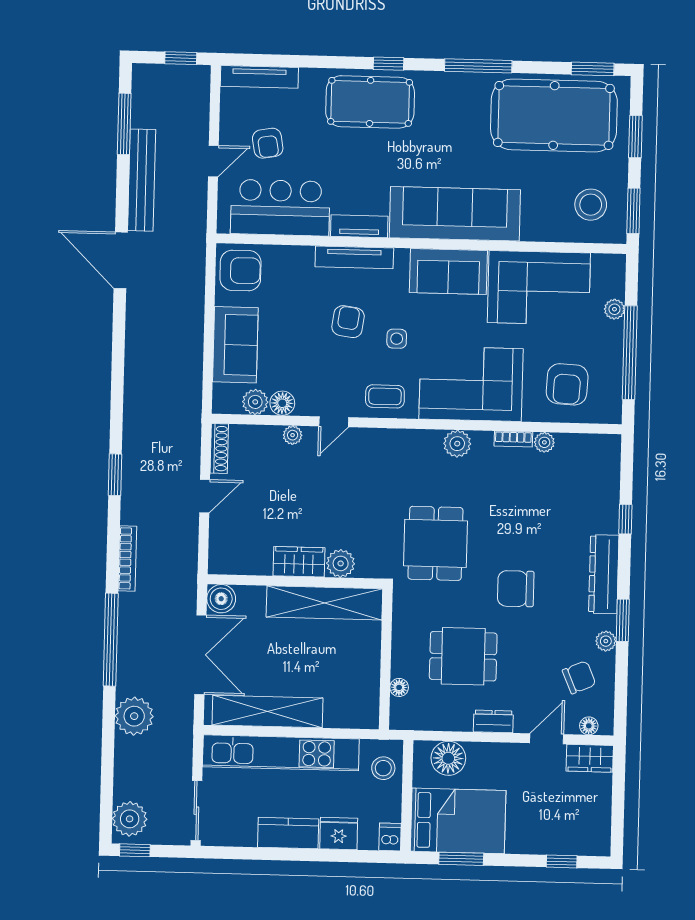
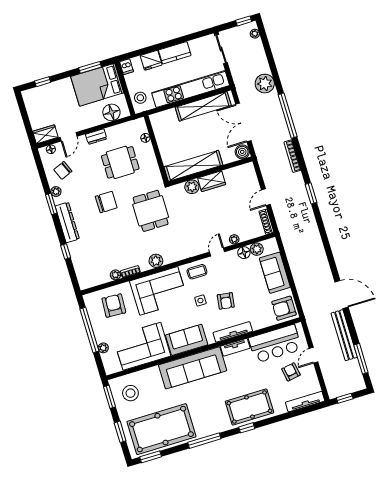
plant: (130, 819) -> (255, 34), width x0.53, depth x0.53

